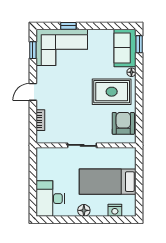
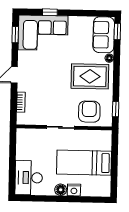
armchair: (123, 123) -> (89, 112), moved
window: (139, 125) -> (116, 109), added
nightstand: (115, 210) -> (74, 190), moved

